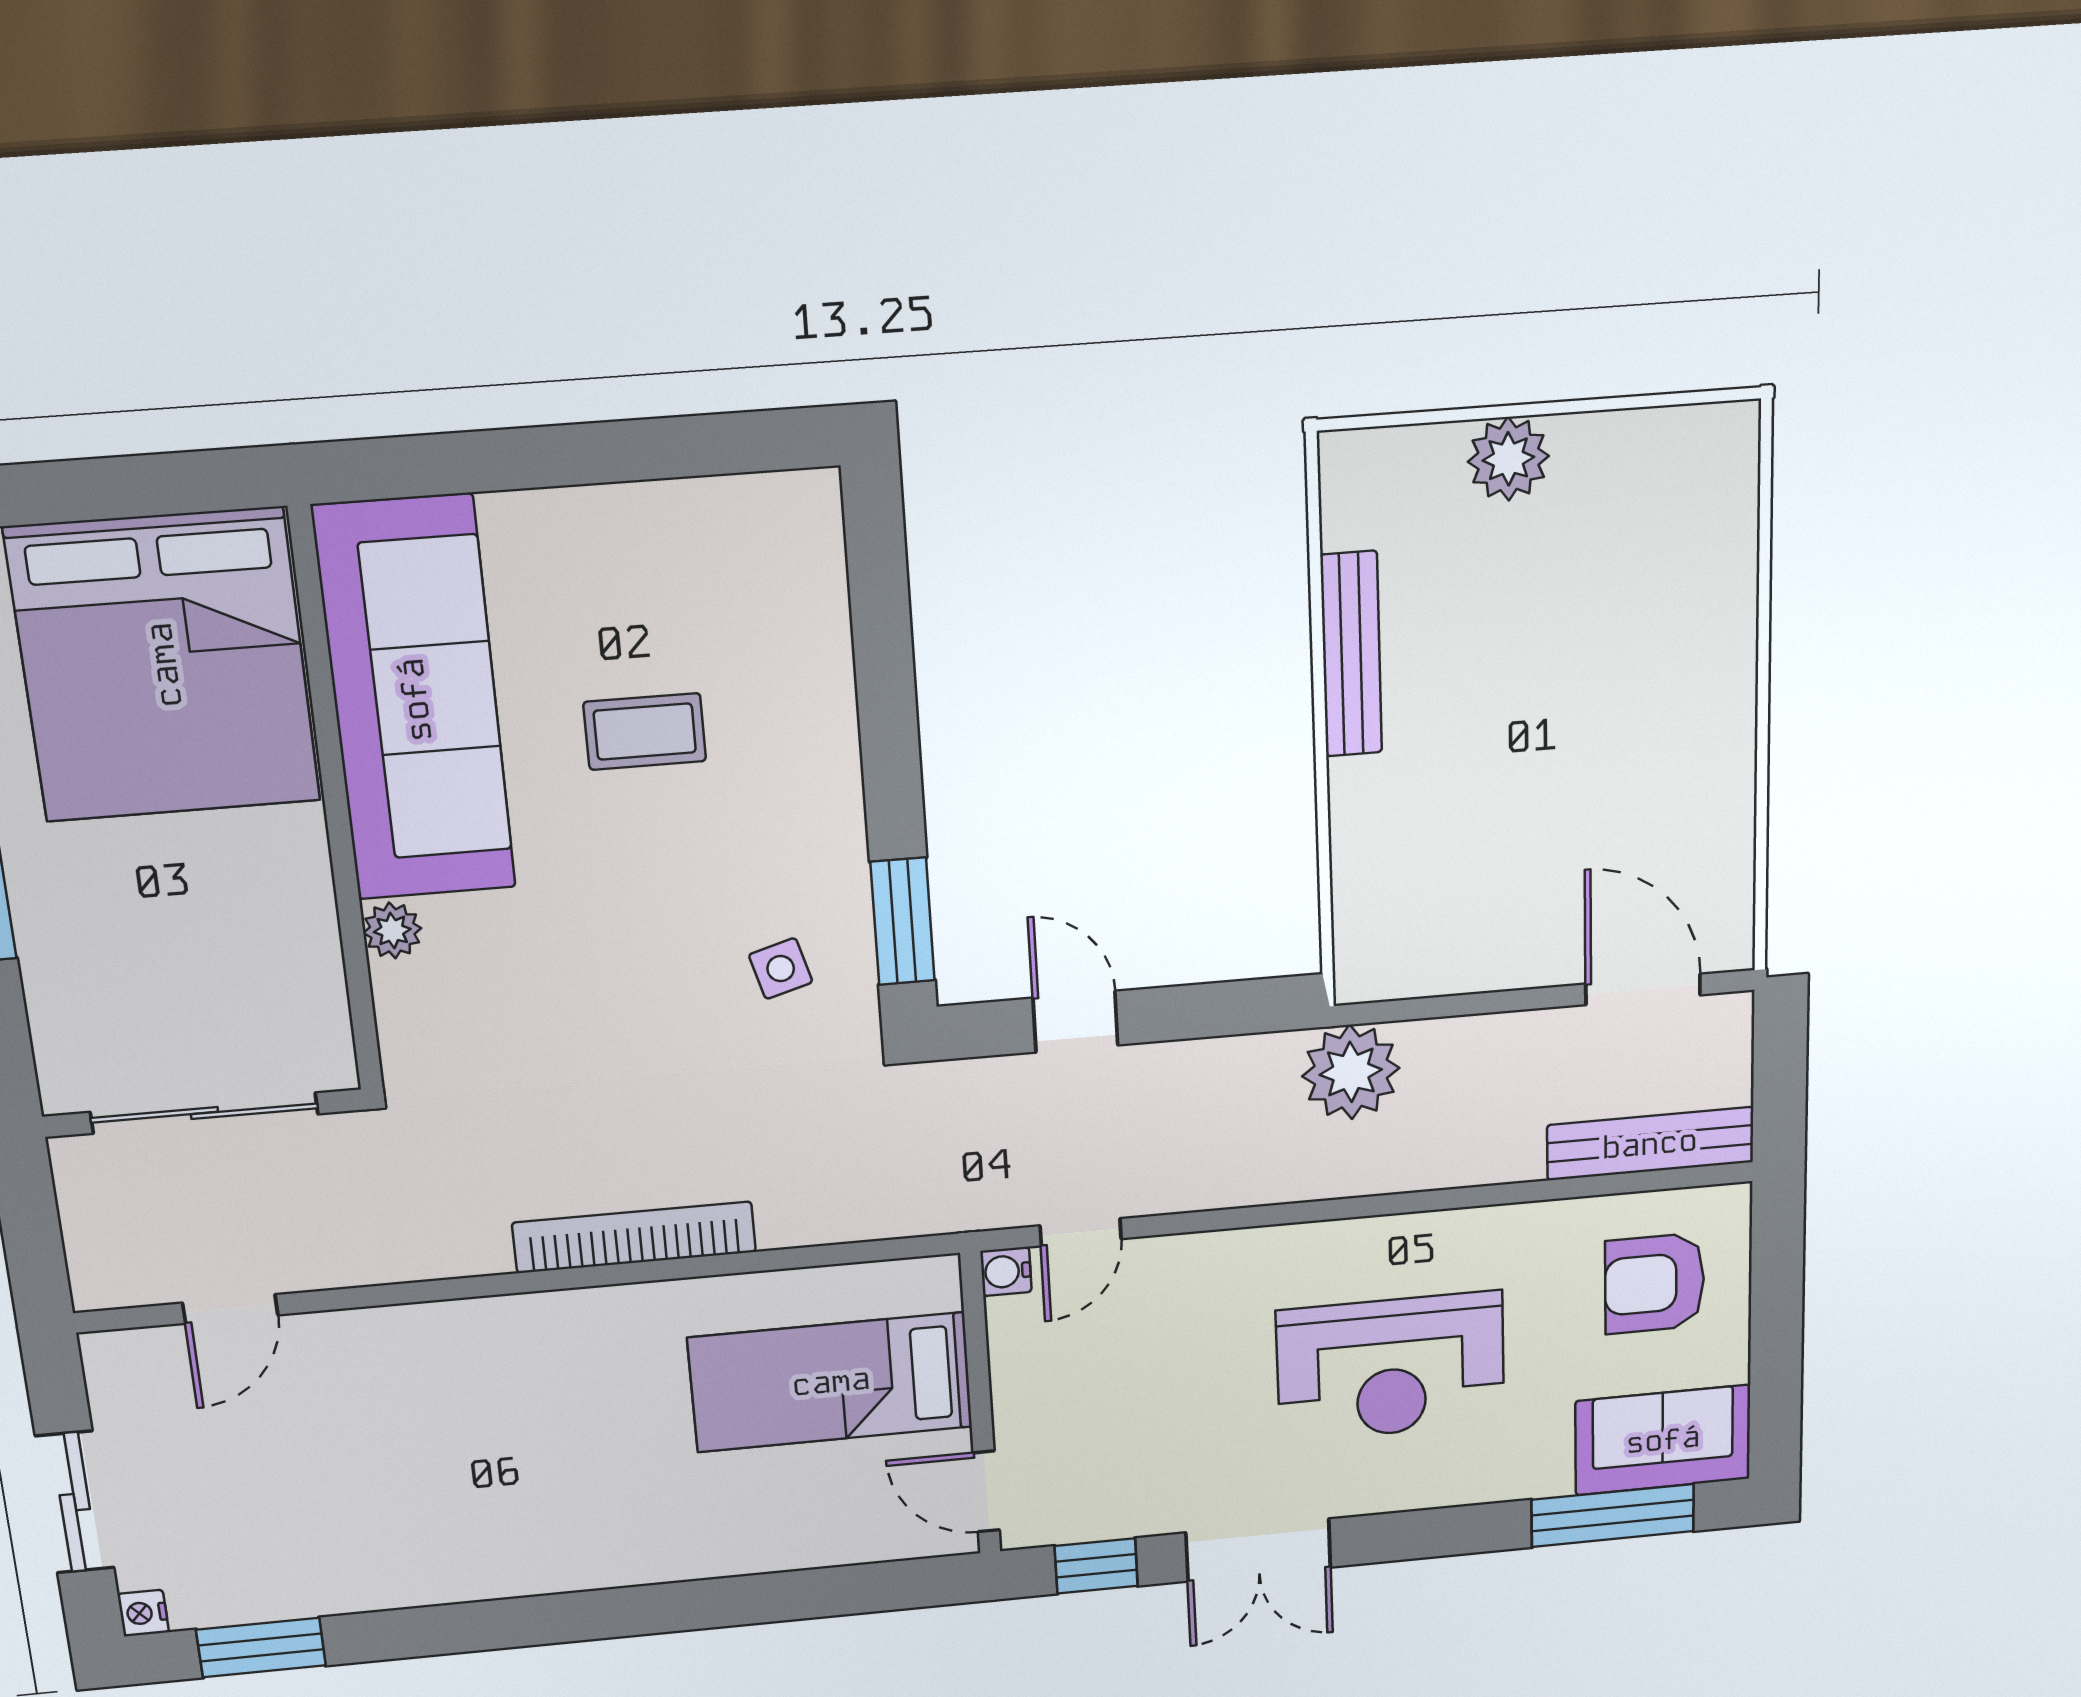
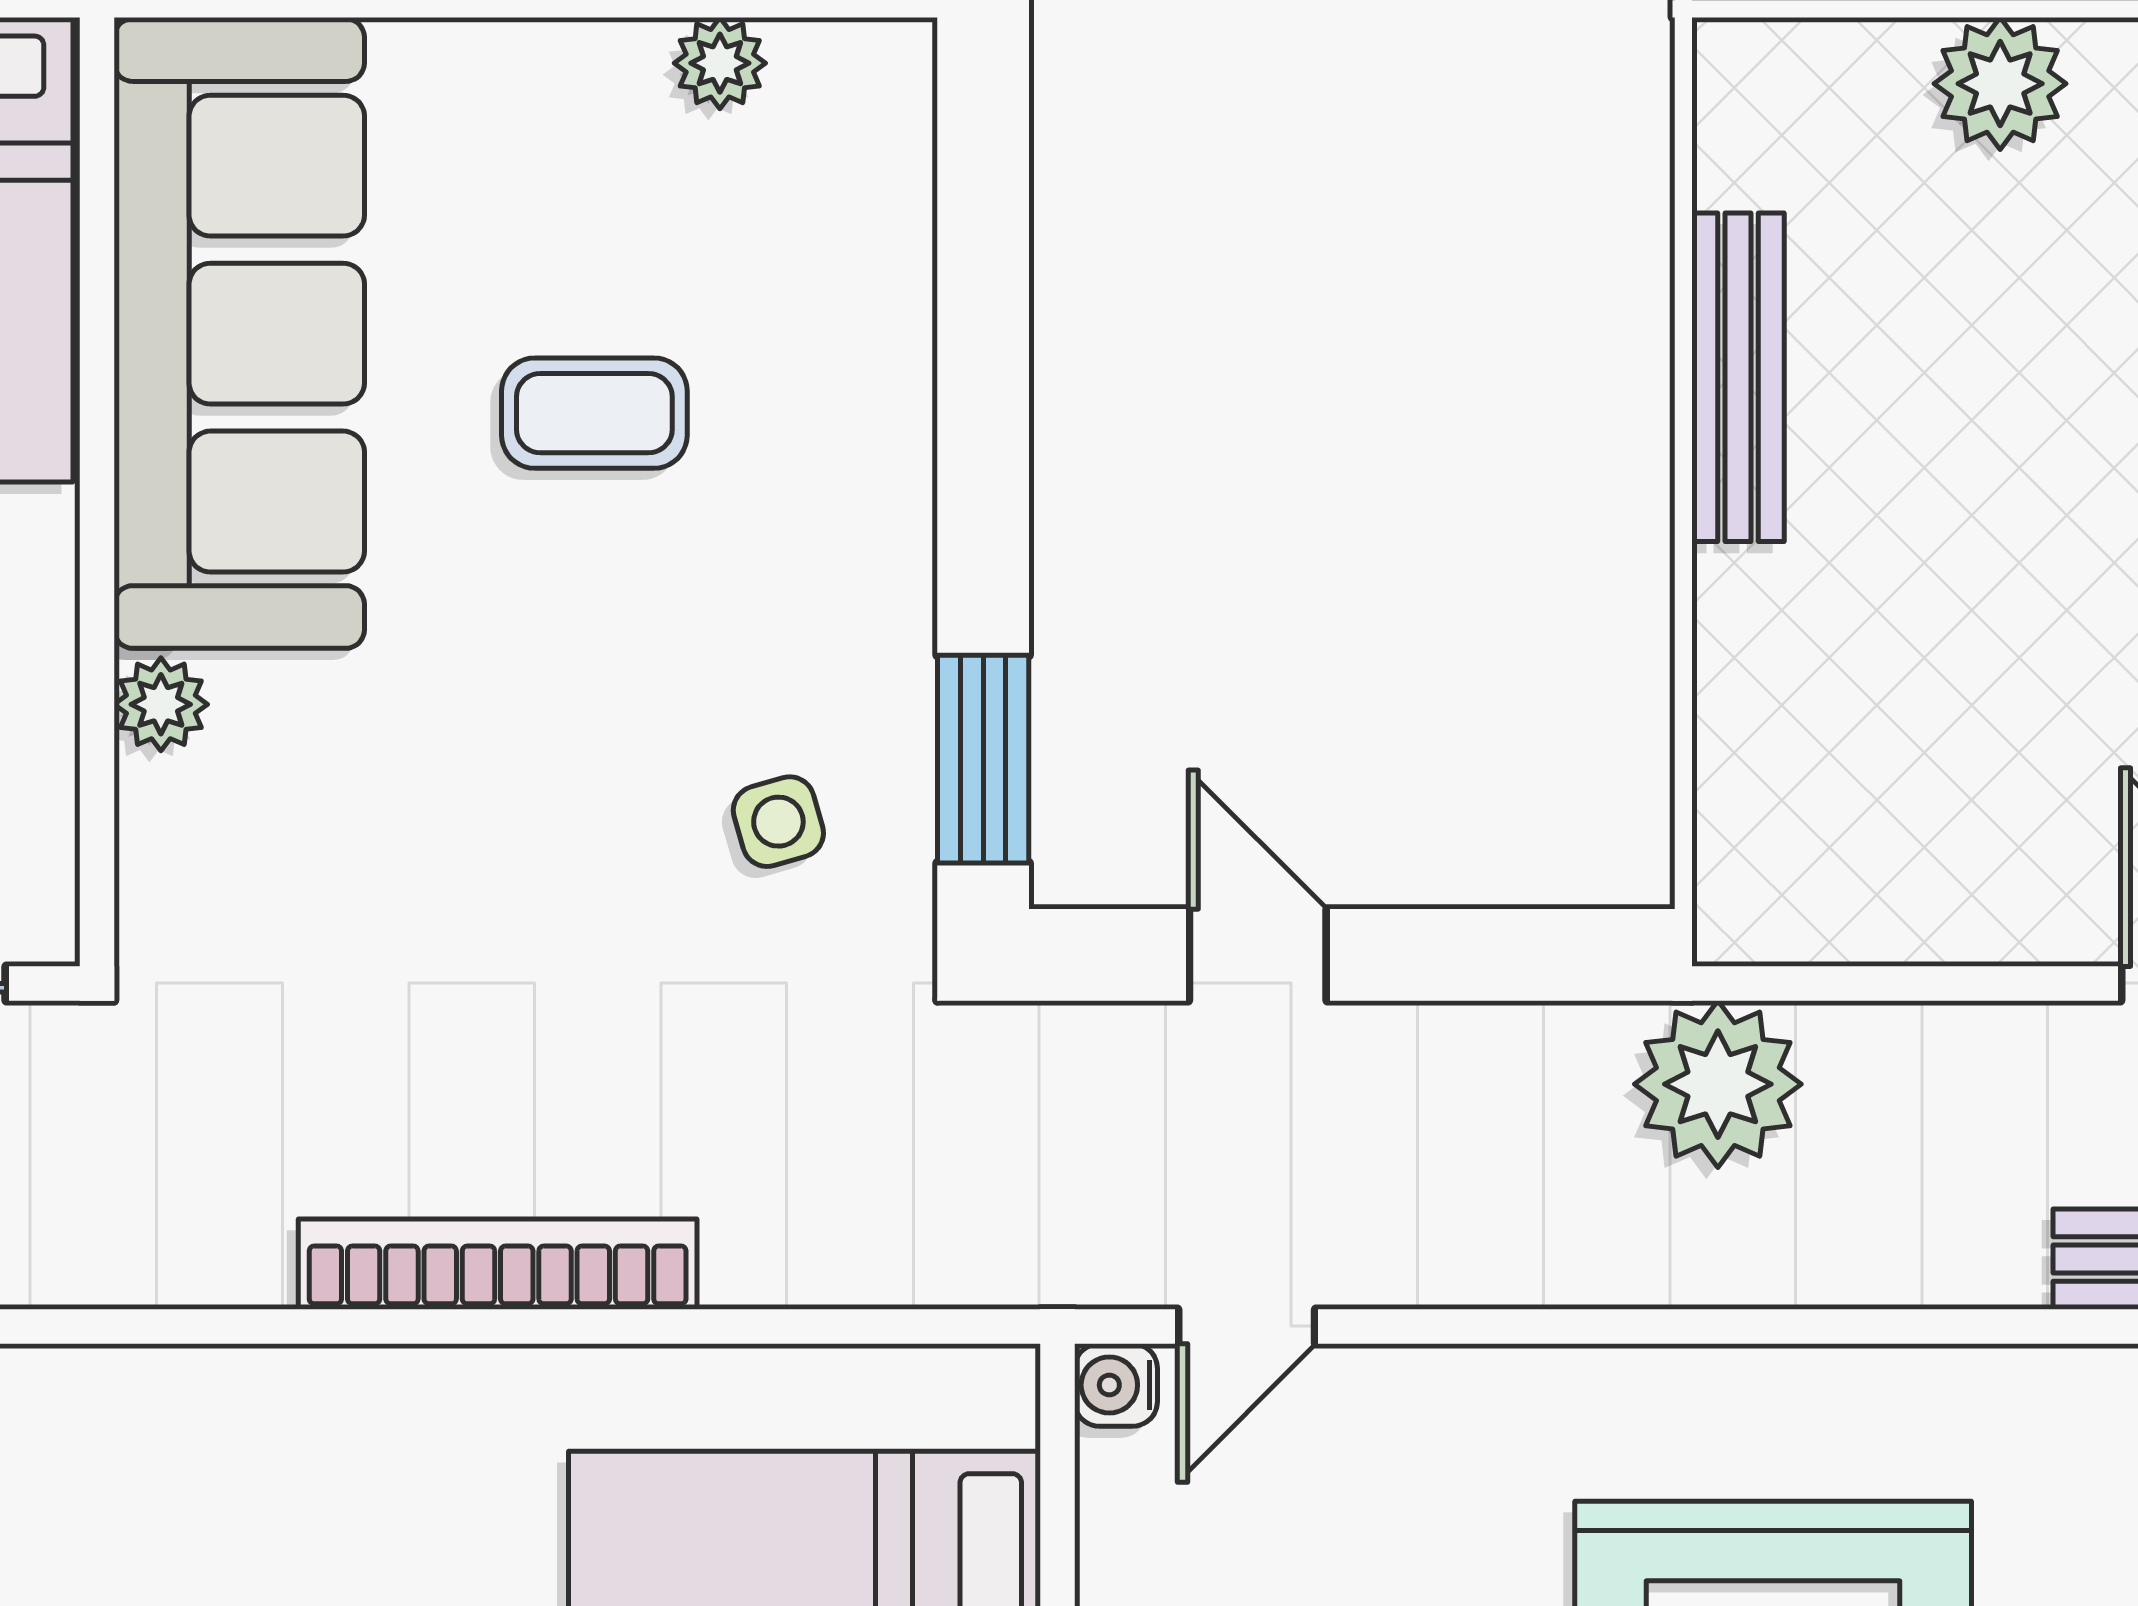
plant: (704, 505) -> (720, 63), added

